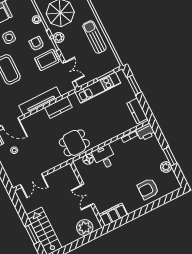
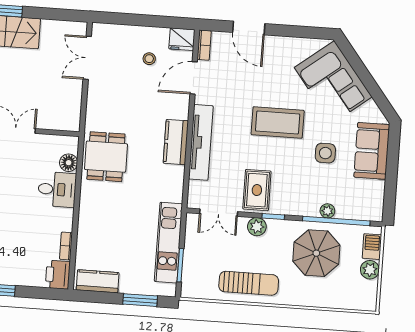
plant: (59, 37) -> (257, 227), moved
armchair: (37, 44) -> (291, 189), removed
kitchen counter: (58, 107) -> (176, 142), moved

